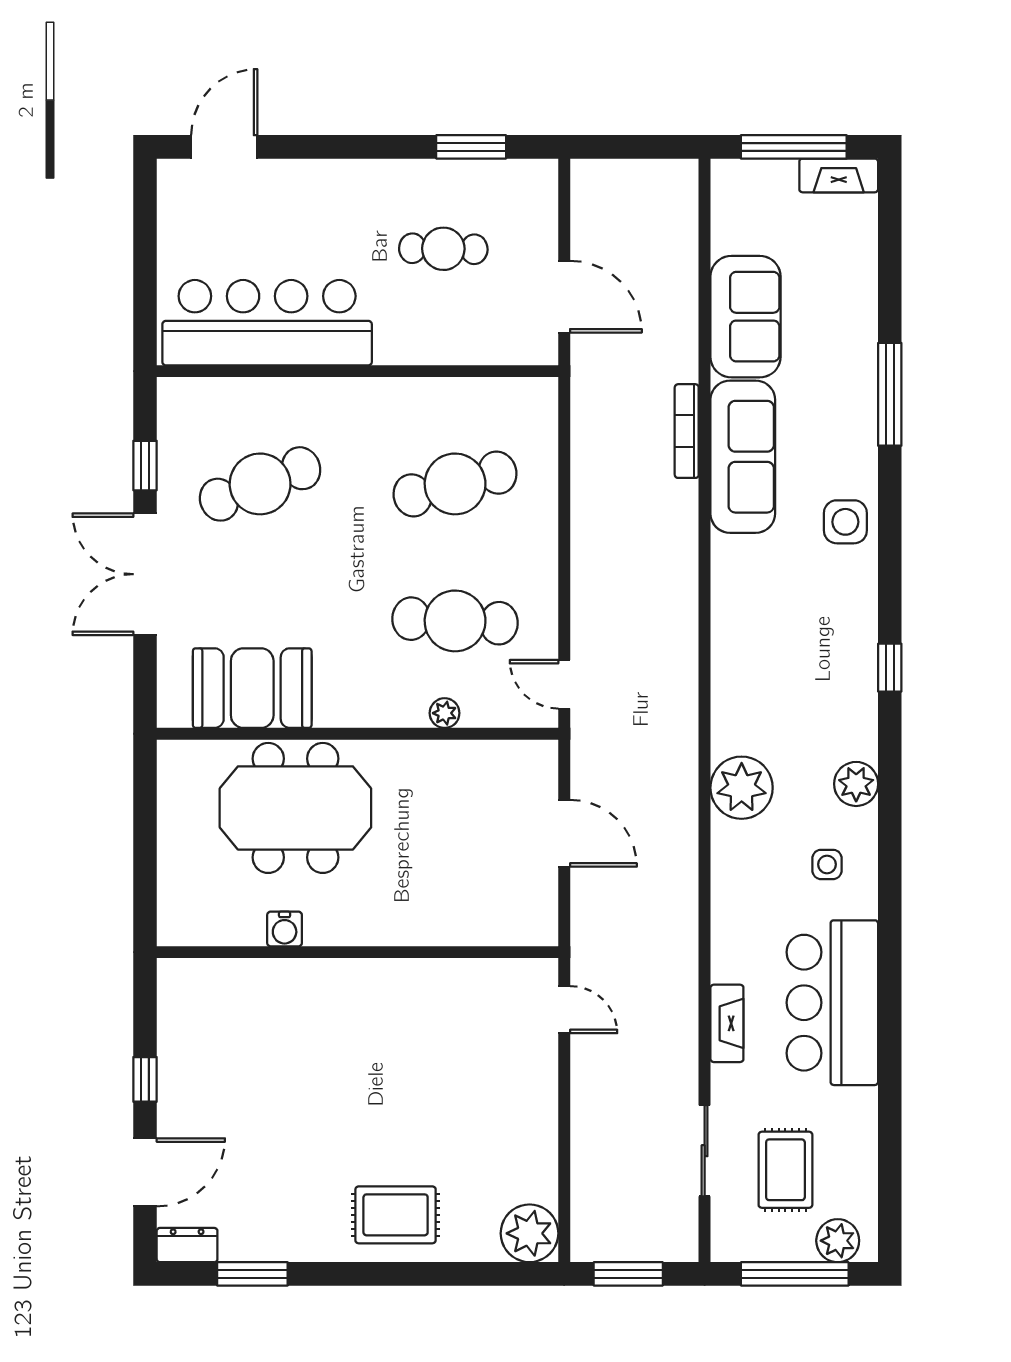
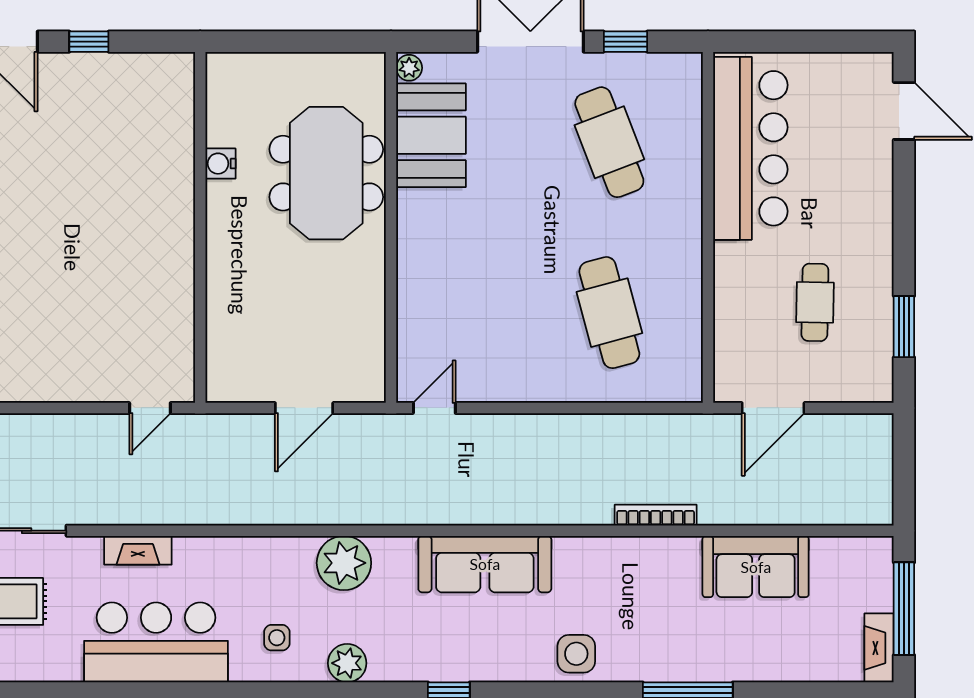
sofa: (743, 457) -> (485, 564), moved
cafe table: (455, 621) -> (490, 313), removed
plant: (445, 713) -> (409, 68), moved

